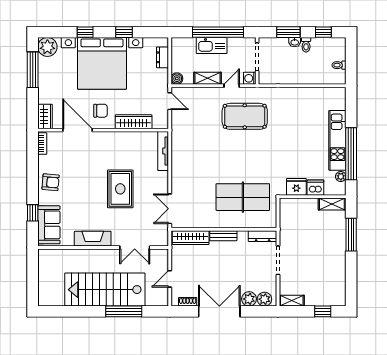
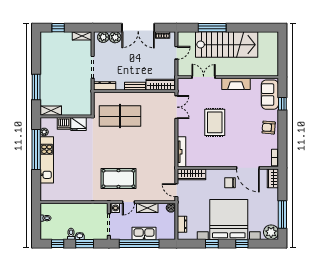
wardrobe: (134, 122) -> (192, 174), moved

